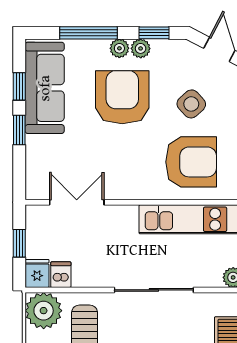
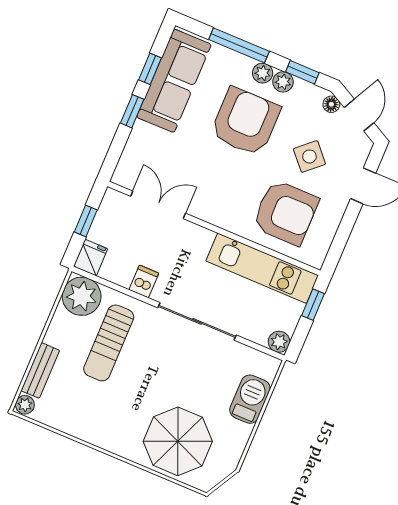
floor lamp: (191, 50) -> (331, 104), added
dishwasher: (61, 275) -> (144, 281), moved

